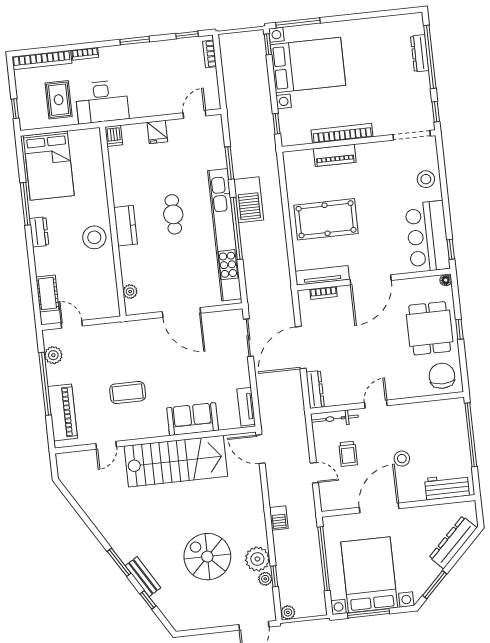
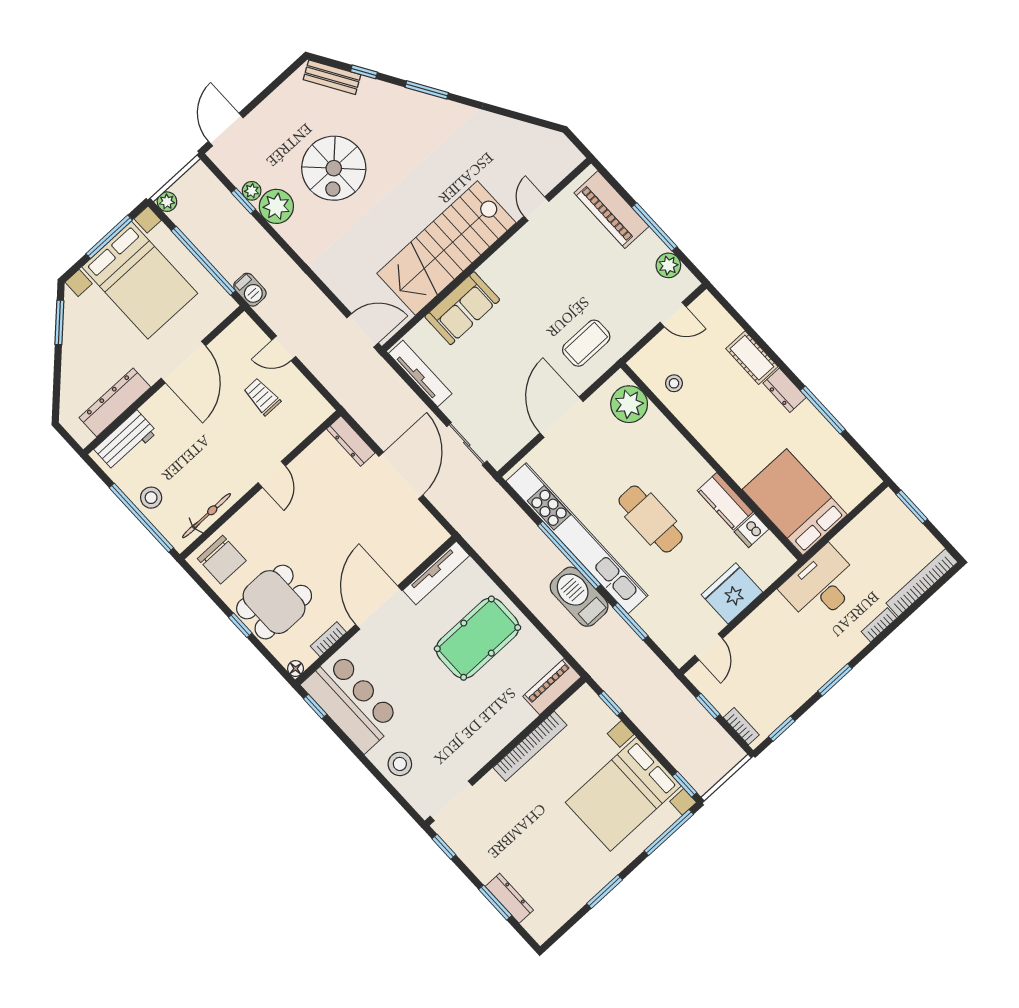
window: (361, 16) -> (605, 892), added
window: (430, 57) -> (495, 902), width x0.47
window: (220, 80) -> (708, 706), added
rug: (59, 100) -> (871, 552), removed
window: (15, 109) -> (912, 507), width x1.50
fridge: (157, 132) -> (732, 593), width x1.88, depth x1.34
dishwasher: (114, 136) -> (751, 530), moved, turned -90
piano: (335, 155) -> (552, 687), moved
bed: (49, 166) -> (795, 502), moved
cafe table: (173, 214) -> (651, 519), width x1.37, depth x1.35
kitchen counter: (126, 226) -> (725, 501), moved
stool: (94, 237) -> (674, 383), moved, width x0.53, depth x0.53
plant: (130, 292) -> (629, 404), width x1.87, depth x1.87
bookcase: (324, 293) -> (328, 639), moved
cot: (47, 294) -> (752, 358), moved
door: (181, 312) -> (562, 417), hinge flipped
dining table: (430, 328) -> (274, 602), turned 90
window: (45, 384) -> (654, 227), width x0.68
coffee table: (128, 392) -> (586, 343), moved
tv unit: (246, 407) -> (420, 373), width x1.41
bicycle: (335, 419) -> (207, 516), moved
stool: (402, 459) -> (151, 498), moved
barbecue: (279, 518) -> (250, 290), moved, turned 180
dresser: (453, 542) -> (115, 402), moved, turned -135
spiral stairs: (207, 557) -> (334, 168), turned 90
bench: (143, 577) -> (332, 77), moved
plant: (288, 612) -> (167, 202), moved

